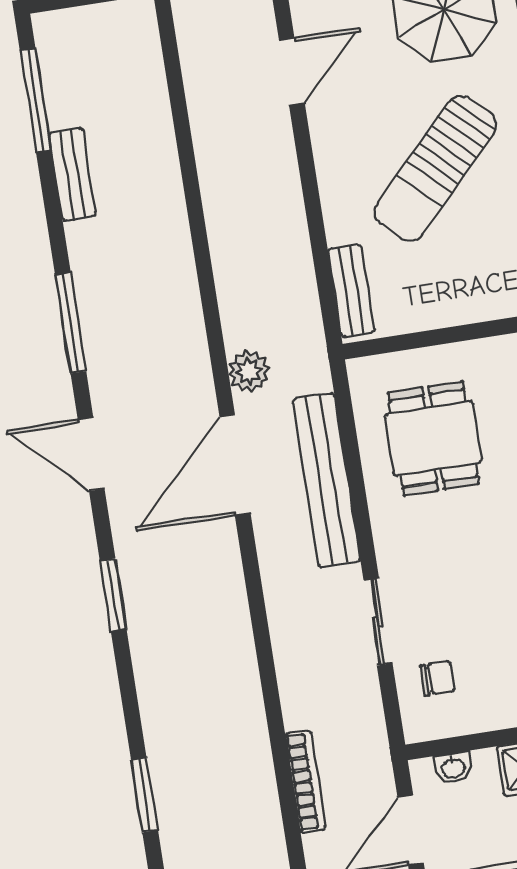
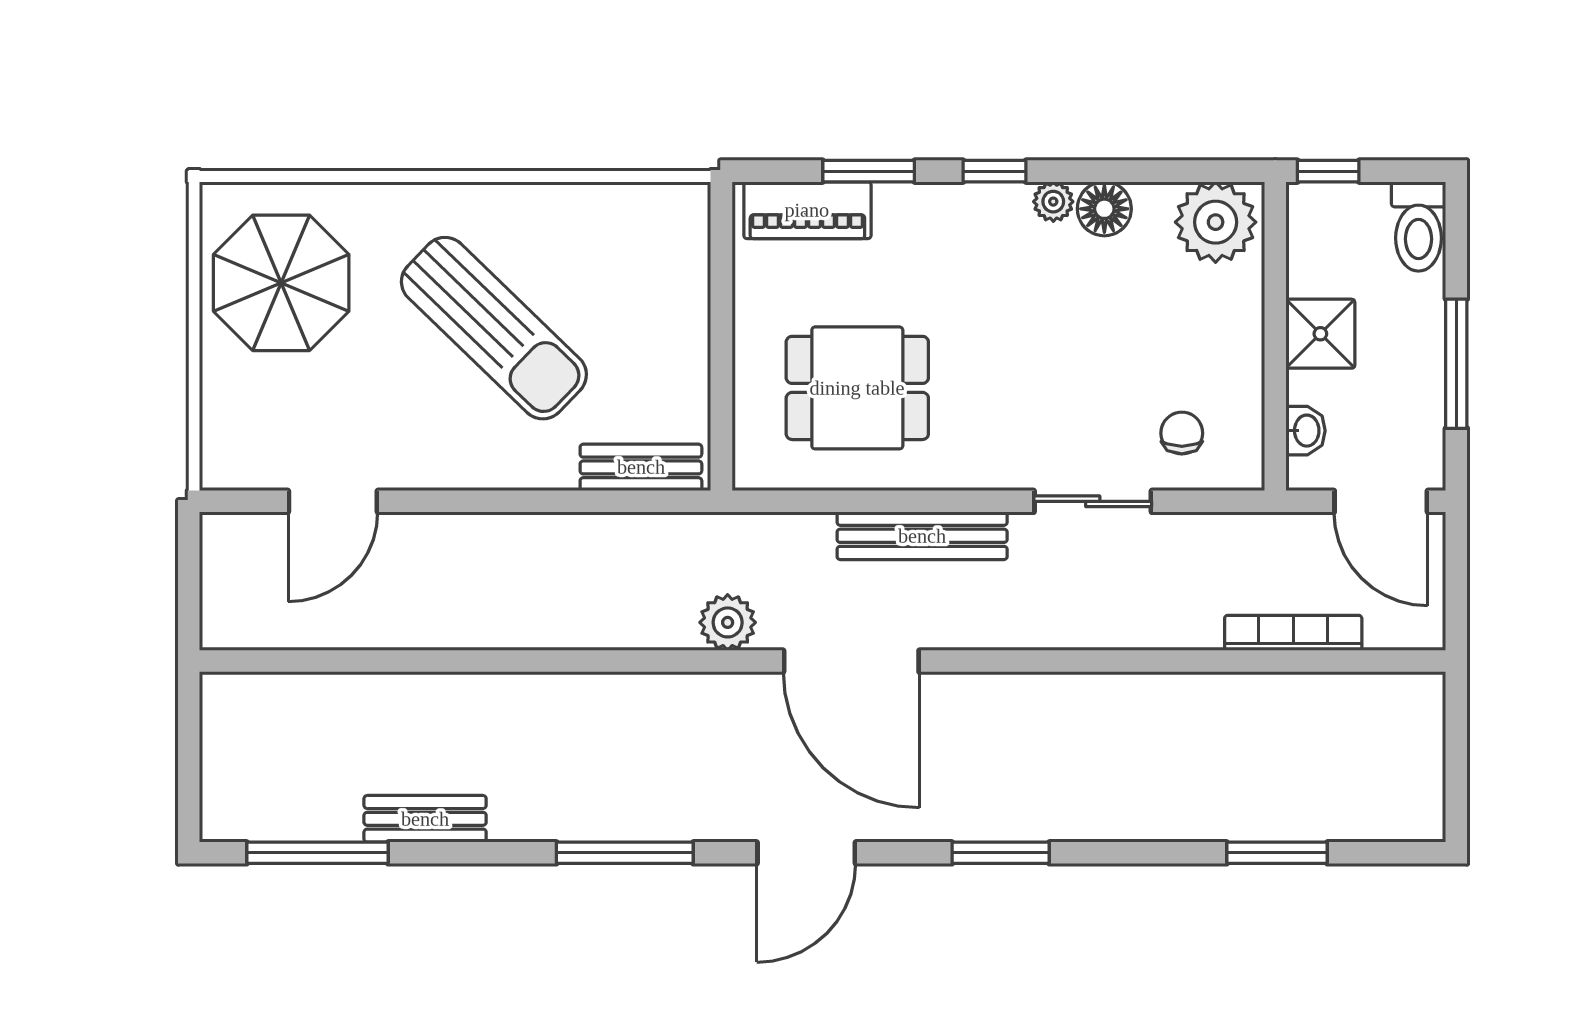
door: (292, 72) -> (333, 501), swing flipped
bench: (326, 480) -> (922, 536), width x0.73, depth x0.82

